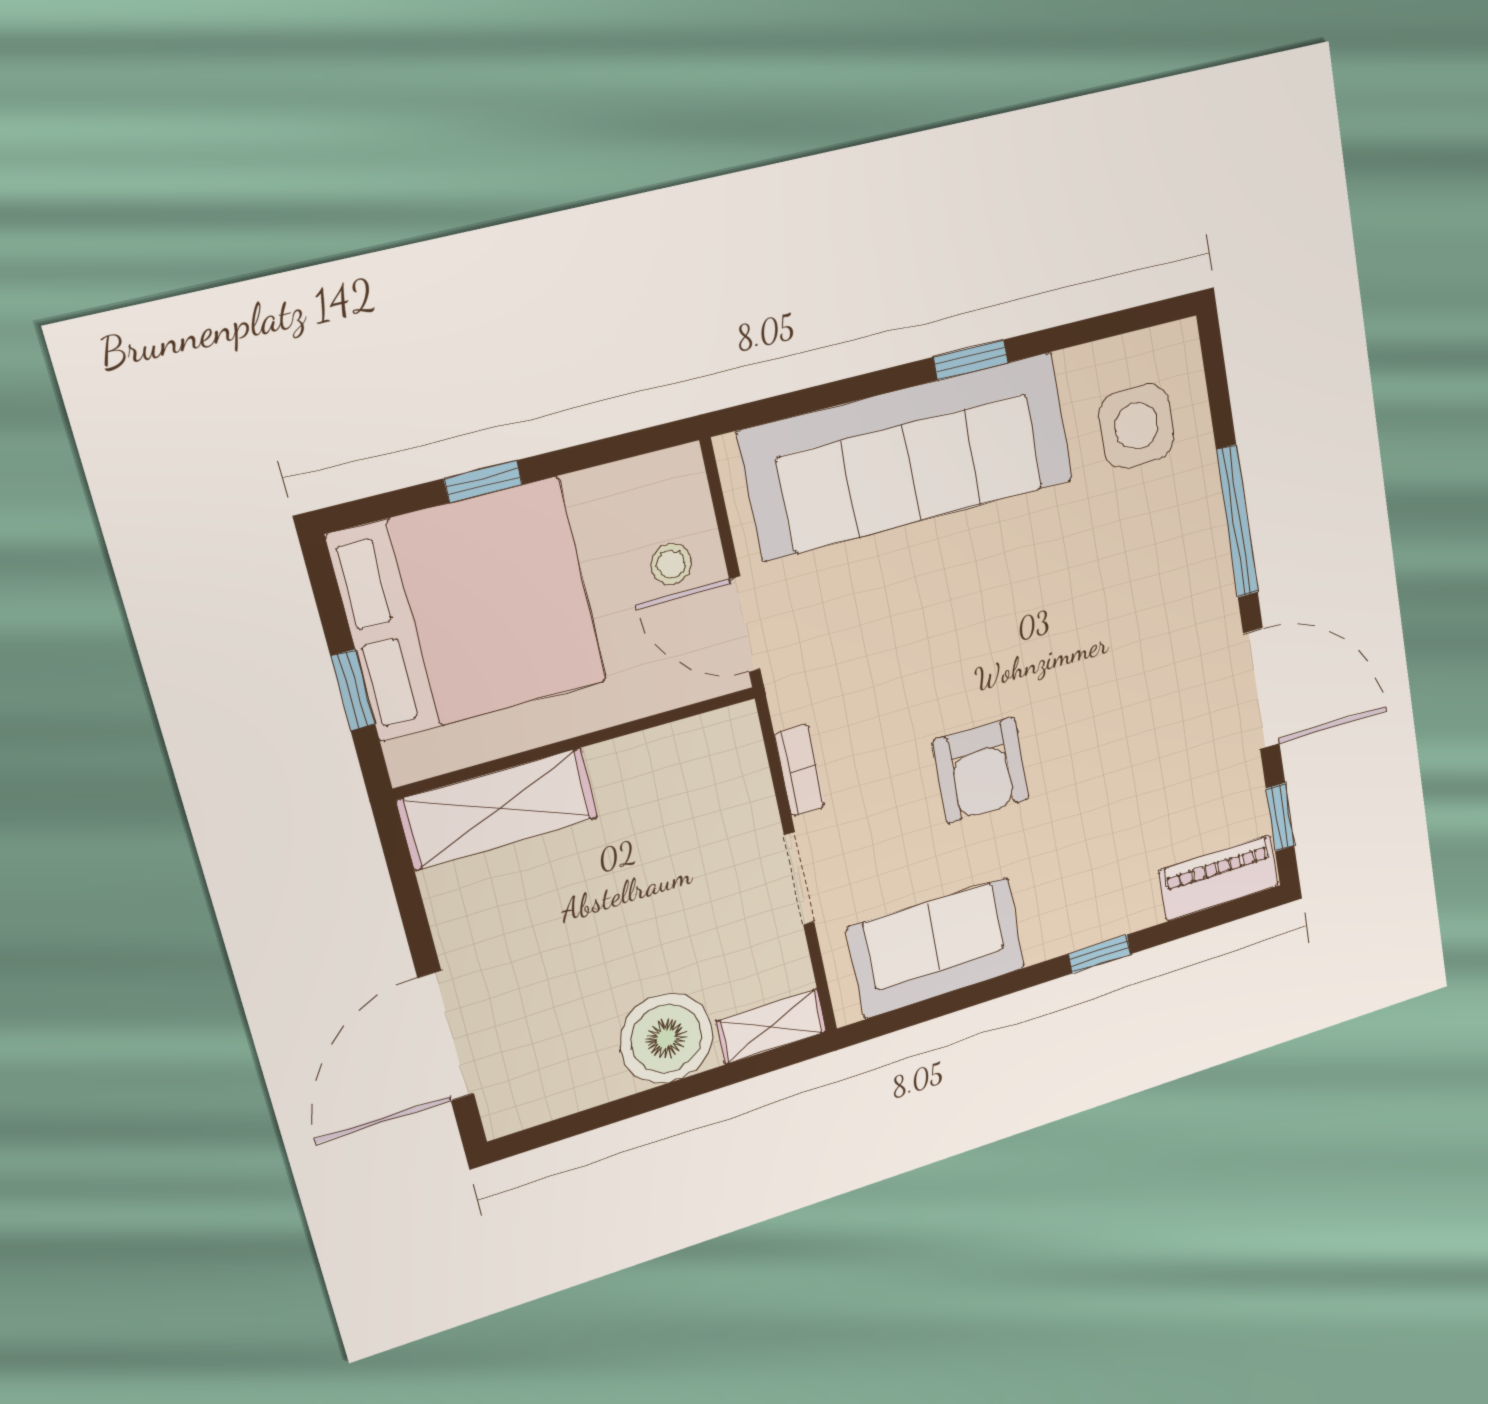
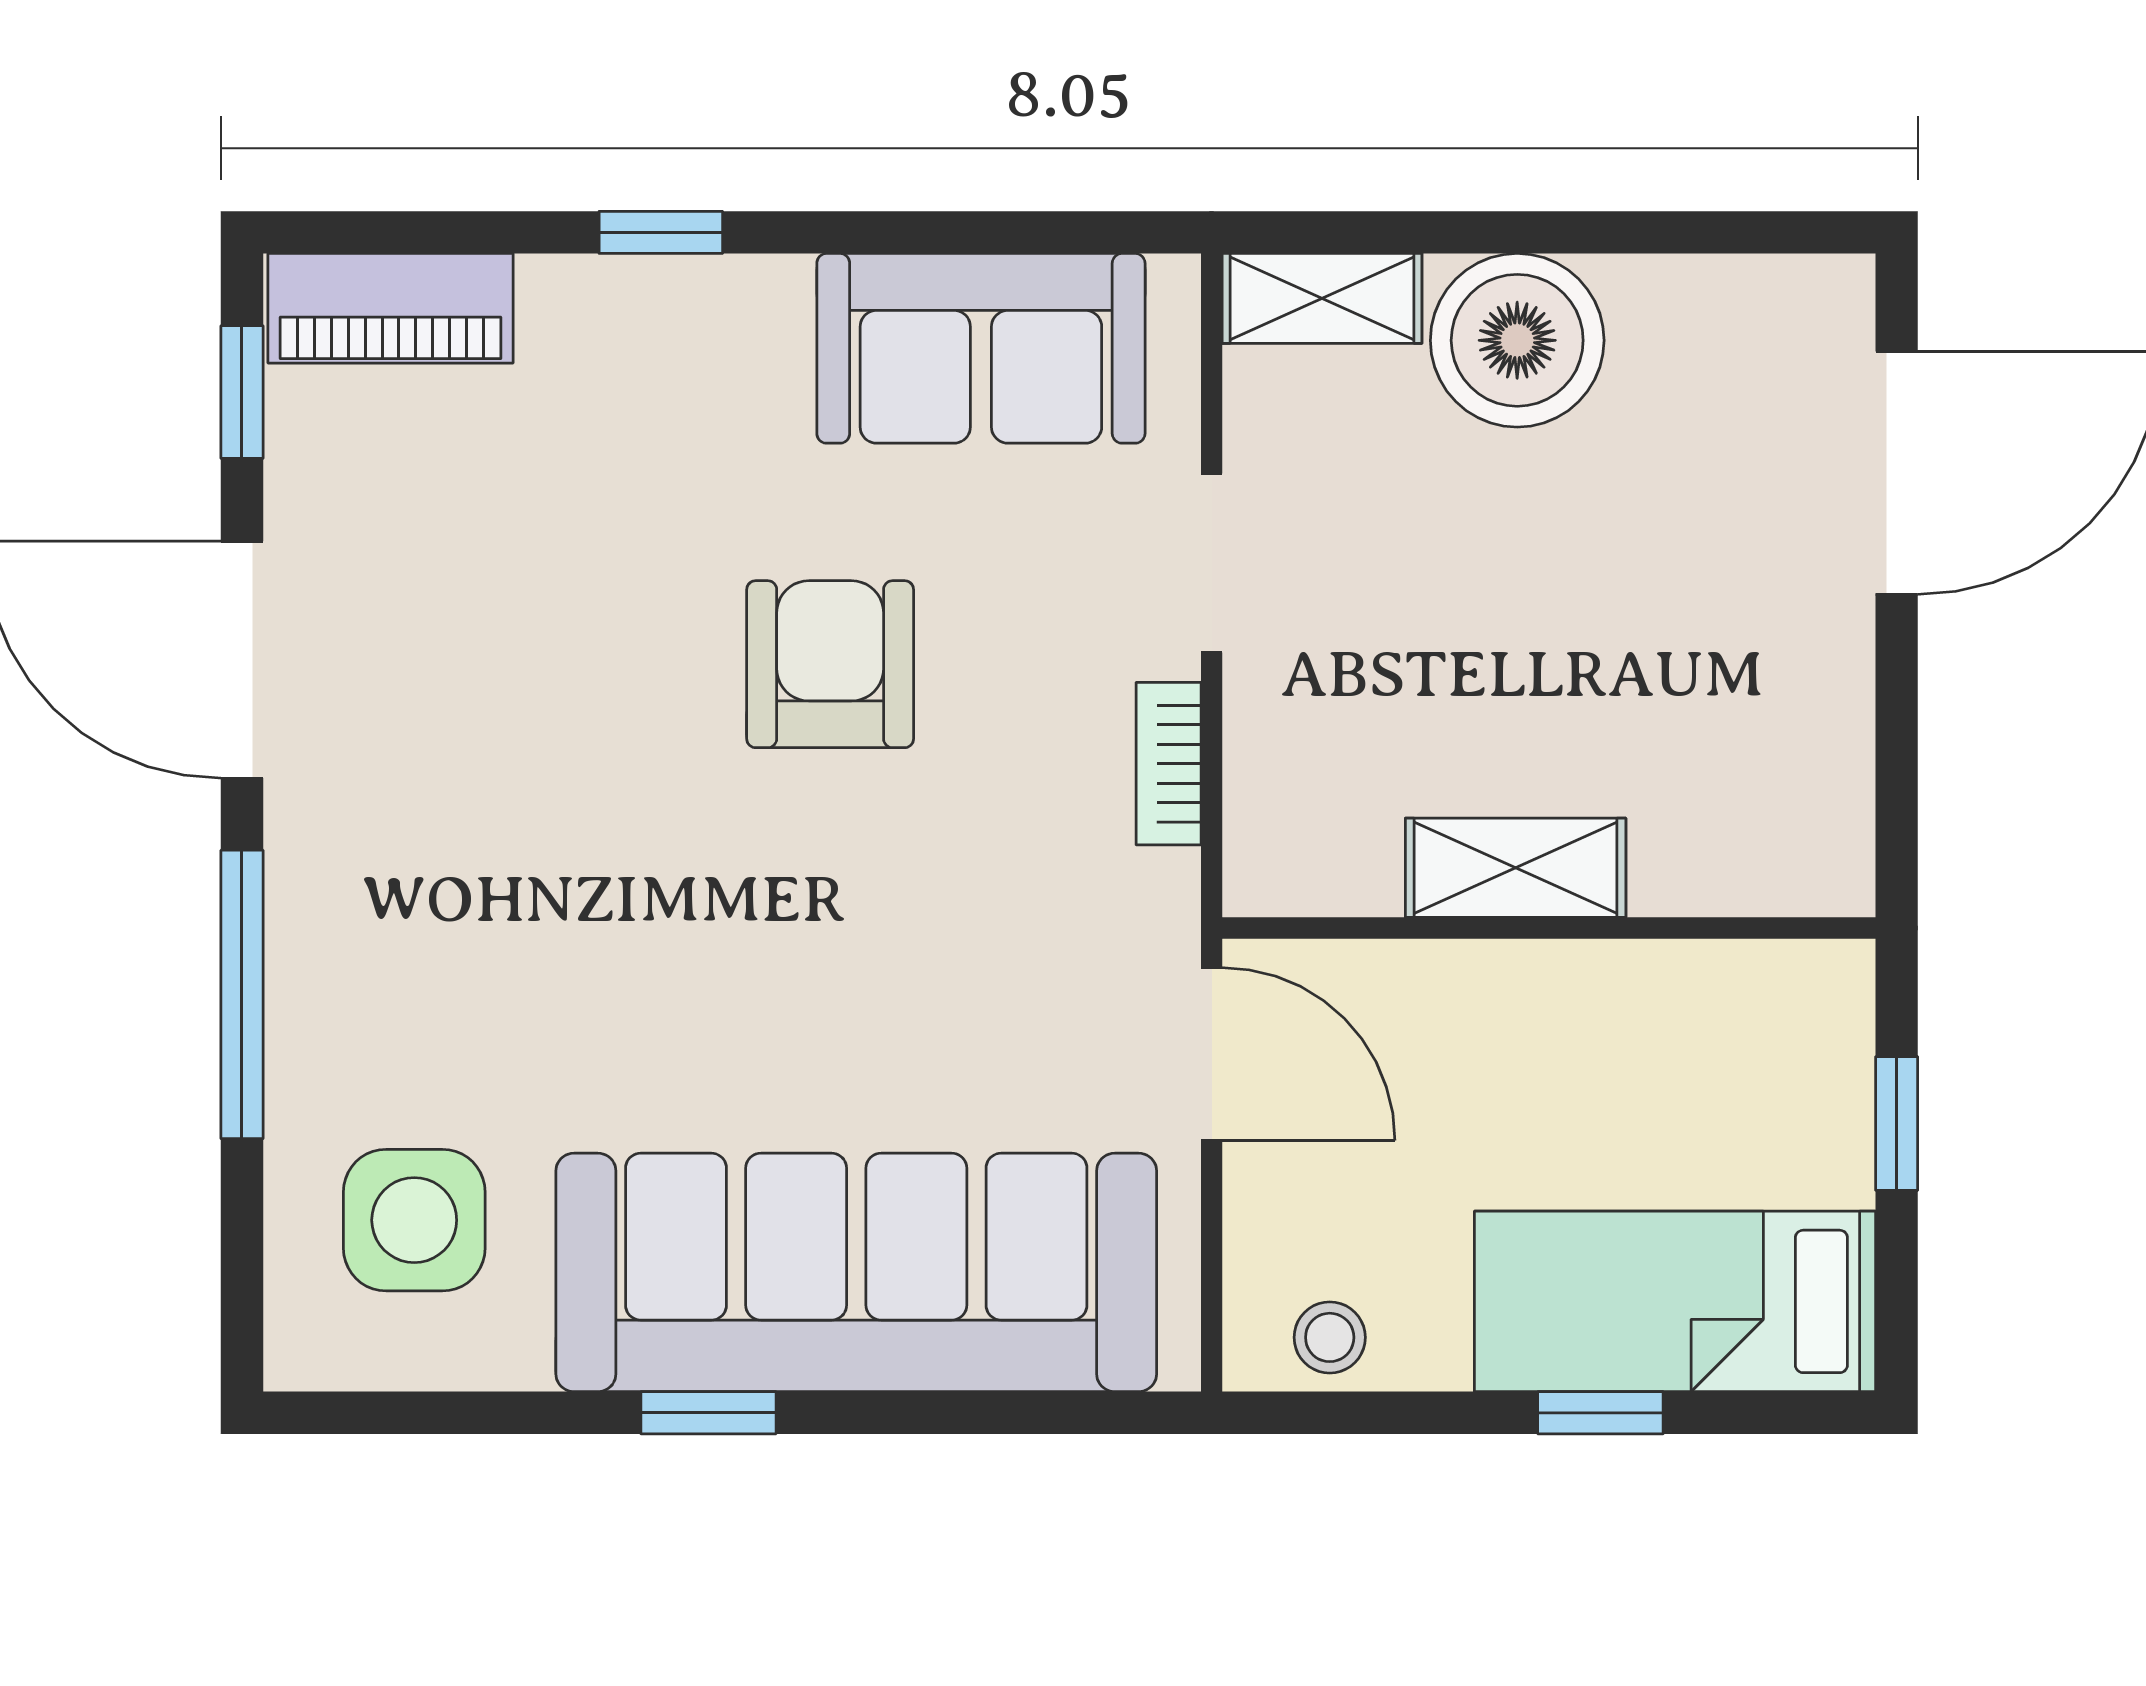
stool: (671, 564) -> (1330, 1337), moved
bed: (469, 609) -> (1675, 1301), width x0.49
shelving: (498, 809) -> (1516, 868), moved, width x0.67, depth x0.75

